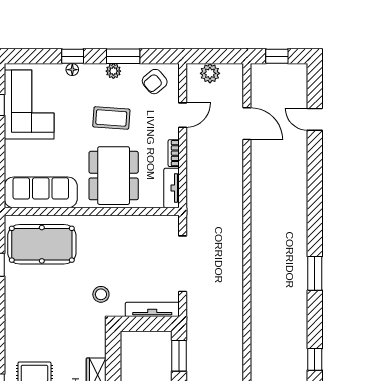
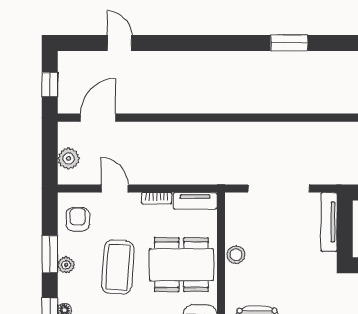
armchair: (155, 82) -> (78, 219), turned -140
coffee table: (111, 118) -> (118, 267), width x1.36, depth x1.32
door: (315, 119) -> (119, 43), swing flipped
door: (247, 124) -> (98, 118), moved
stool: (101, 294) -> (236, 255), moved

